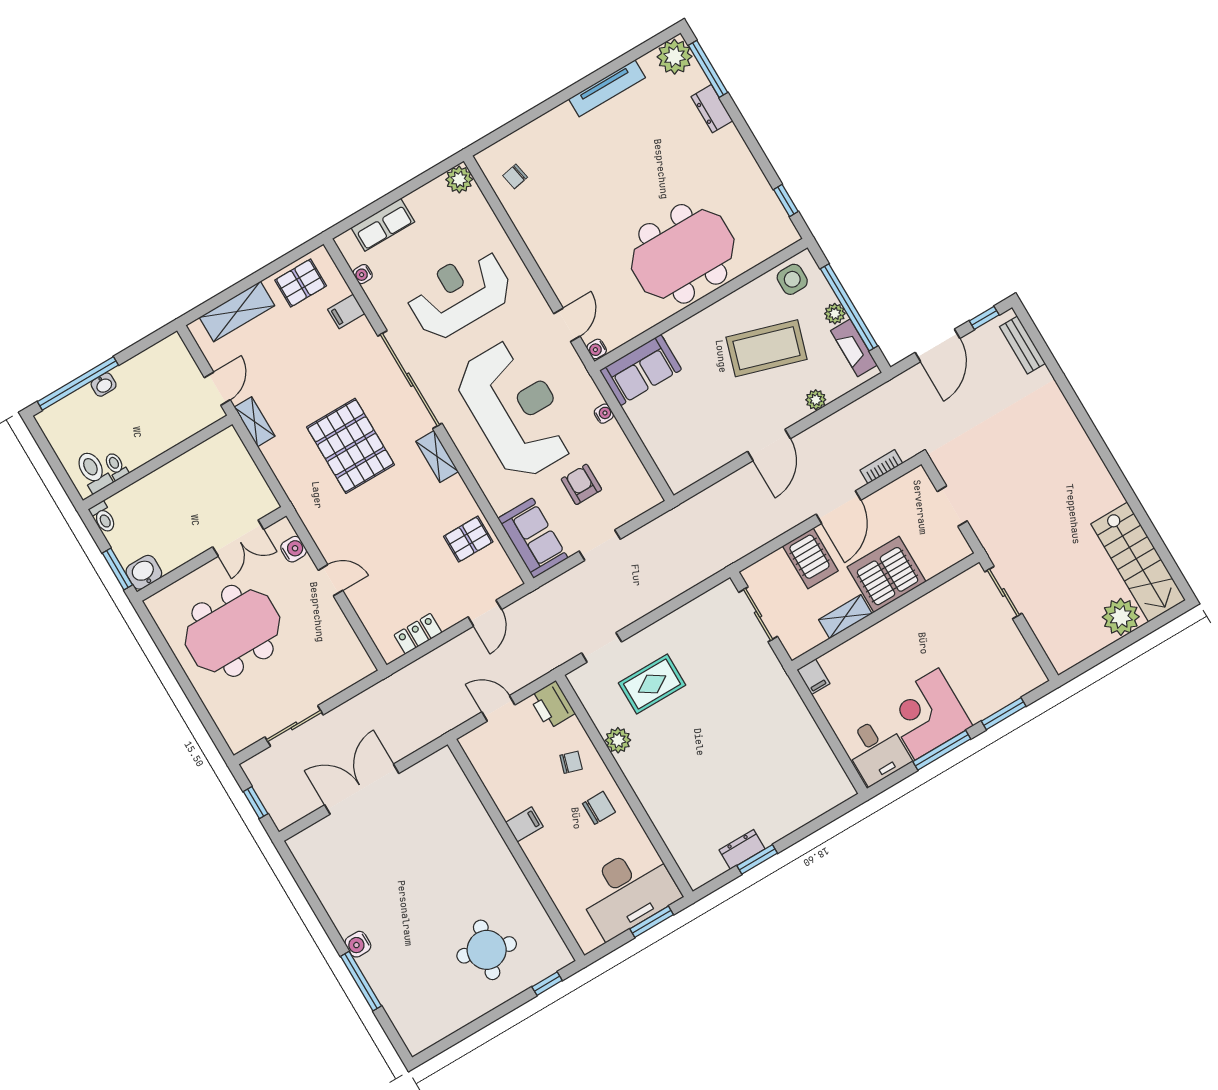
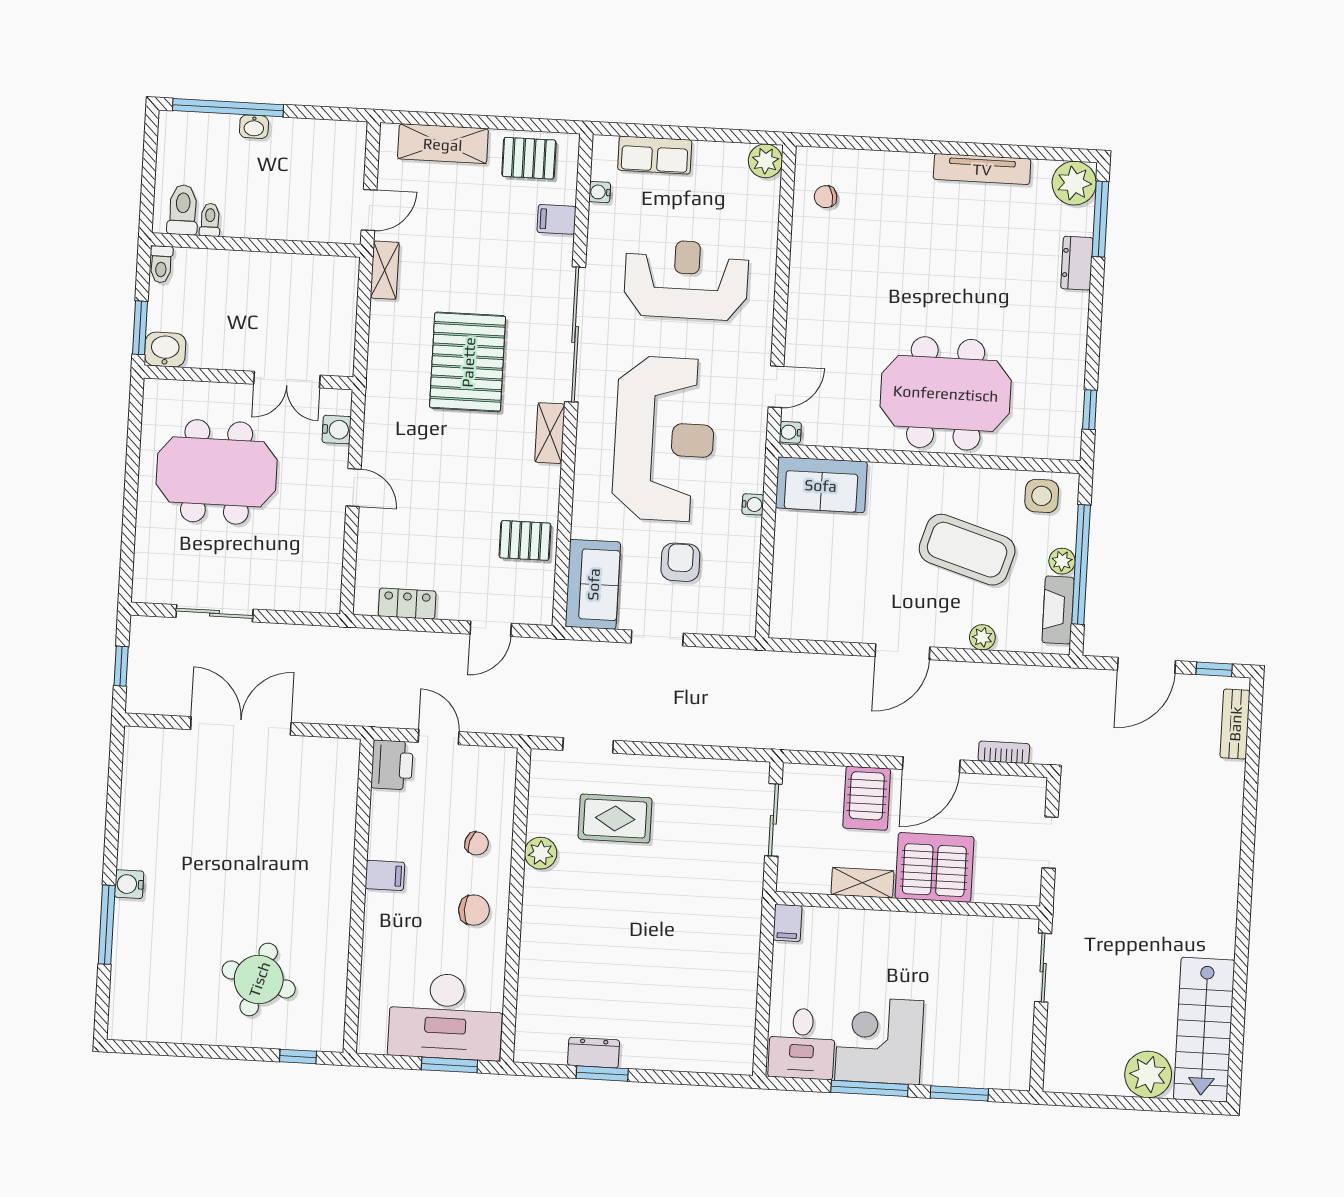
printer: (552, 705) -> (392, 765), moved, turned 180

